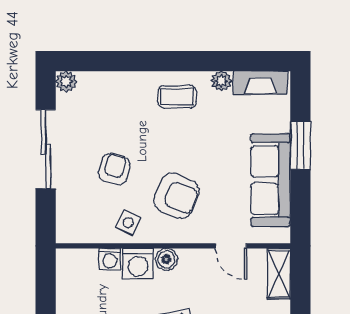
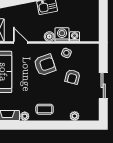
plant: (66, 81) -> (75, 116), moved
sliding door: (46, 149) -> (103, 86), width x0.73
armchair: (176, 196) -> (45, 65), turned 138

